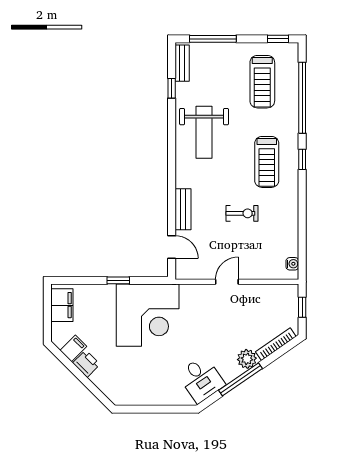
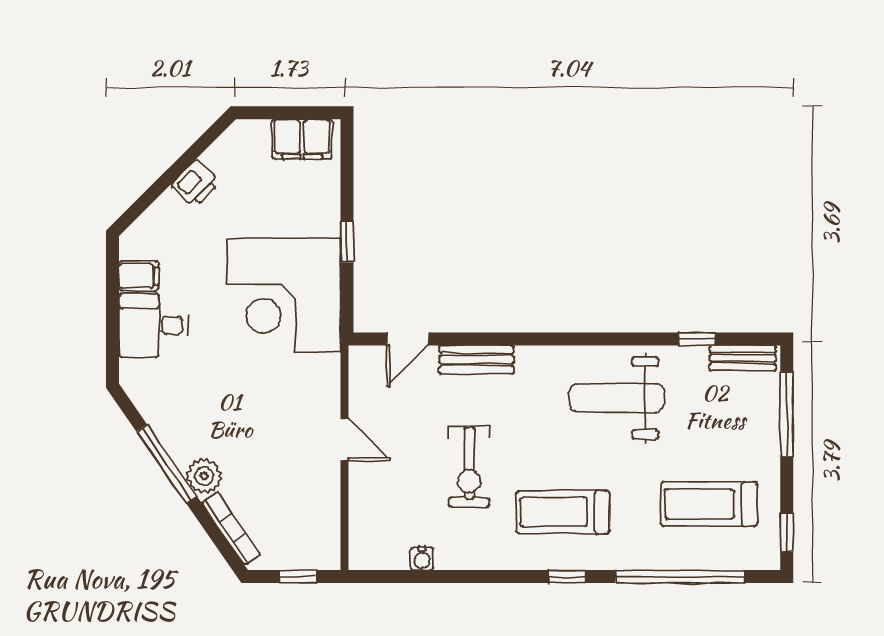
exercise bike: (242, 213) -> (469, 467), width x1.38, depth x1.39
water cooler: (292, 264) -> (422, 559), moved
filing cabinet: (73, 348) -> (139, 276), moved, turned -45
desk: (201, 379) -> (153, 325), moved, turned 35

